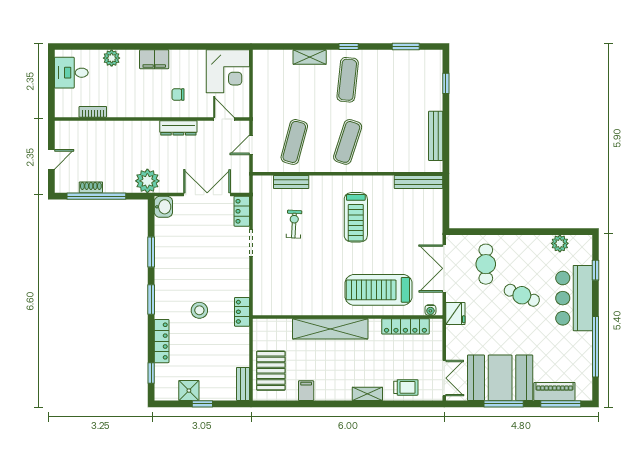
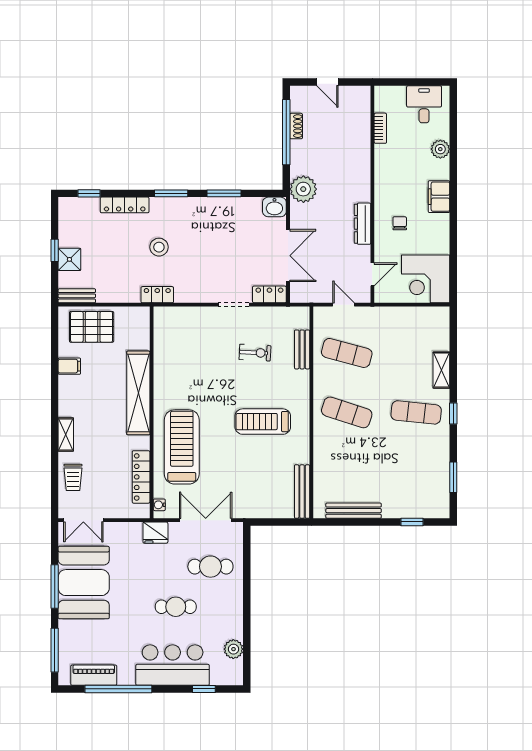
cafe table: (522, 295) -> (176, 607), turned 67
shower: (189, 391) -> (69, 259), moved
piano: (554, 391) -> (94, 675), moved, turned -90

